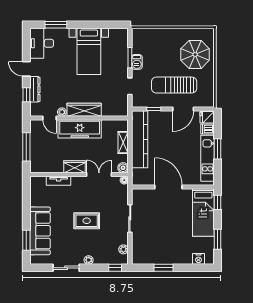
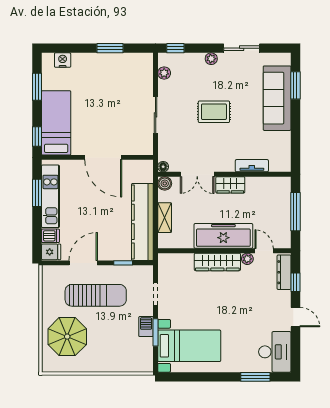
bed with nightstands: (89, 51) -> (189, 346), moved, turned 90
dresser: (35, 89) -> (284, 272), moved
window: (217, 149) -> (37, 193), moved

